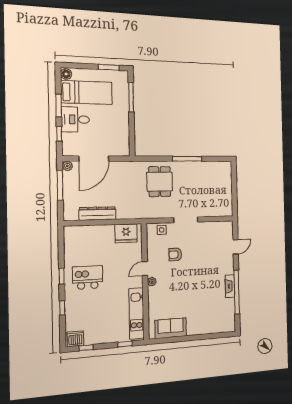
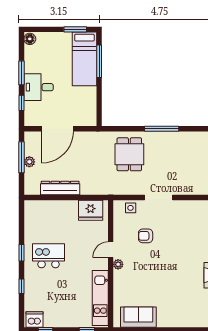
bed: (87, 92) -> (84, 59), moved, turned 90
plant: (67, 166) -> (29, 162), moved

